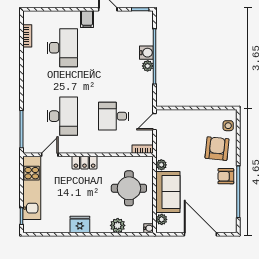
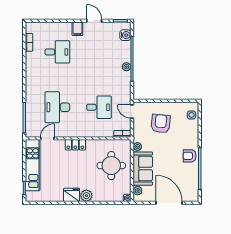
desk: (62, 48) -> (57, 52), width x0.73
water cooler: (146, 53) -> (125, 35), moved
desk: (62, 116) -> (57, 107), turned 180
desk: (114, 116) -> (99, 107), turned 180
door: (155, 122) -> (132, 112), hinge flipped
armchair: (217, 149) -> (161, 124), moved
plant: (118, 225) -> (86, 196), moved

